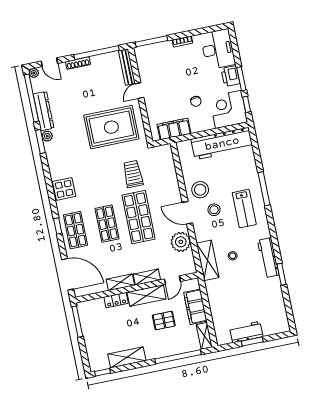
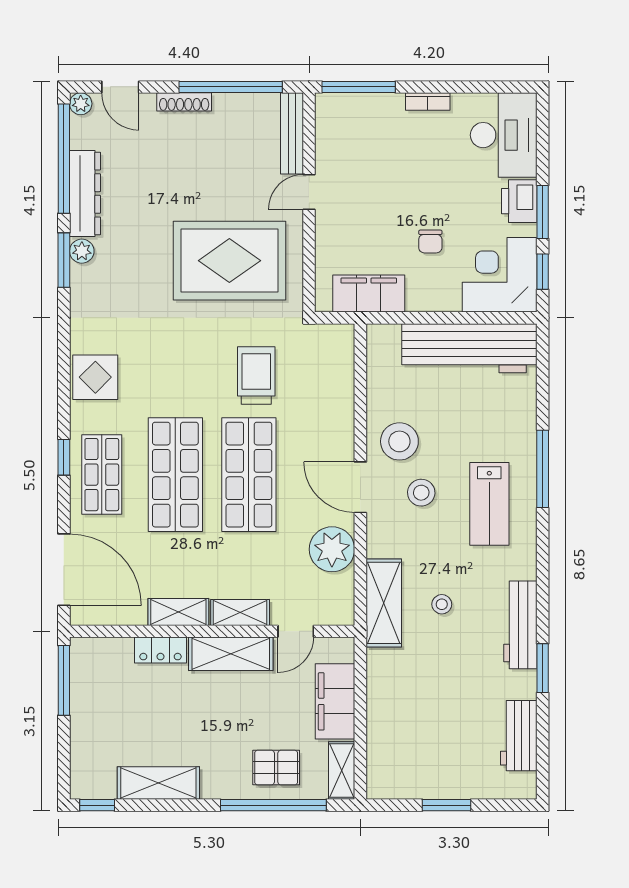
shop shelf: (107, 224) -> (175, 475), width x1.43, depth x1.36
pallet: (164, 321) -> (276, 768), moved
workbench: (246, 332) -> (519, 736), moved, turned -90

